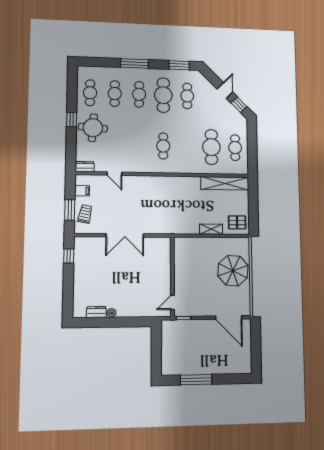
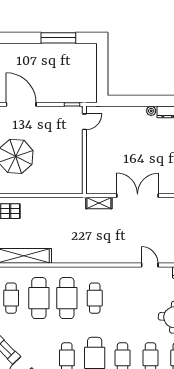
cafe table: (187, 147) -> (67, 298), added
shelving: (211, 229) -> (99, 203), moved

